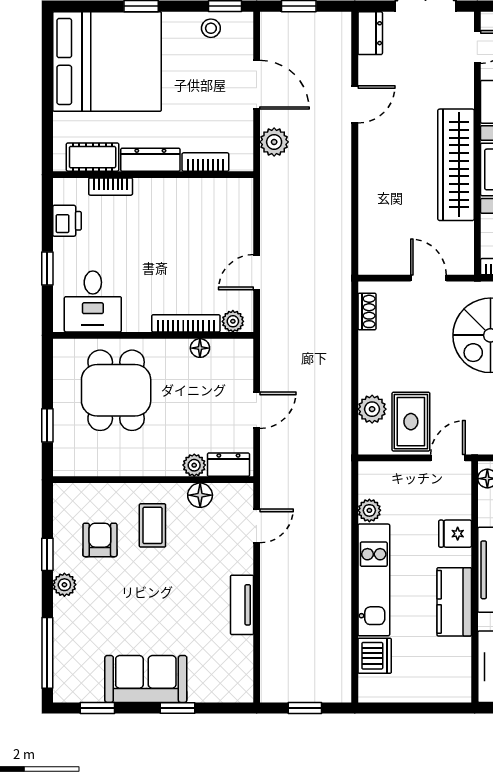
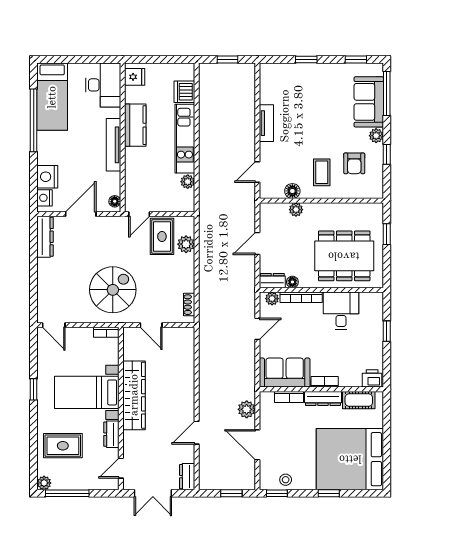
bookcase: (111, 187) -> (325, 382), moved
sofa: (213, 201) -> (285, 373), added
printer: (67, 221) -> (372, 378), moved, turned 90
desk: (93, 301) -> (341, 311), moved
dining table: (116, 390) -> (344, 256), width x1.38
dresser: (228, 465) -> (272, 281), moved, turned 180
fridge: (455, 534) -> (135, 77), moved
sofa: (146, 679) -> (369, 102), moved, turned 90

